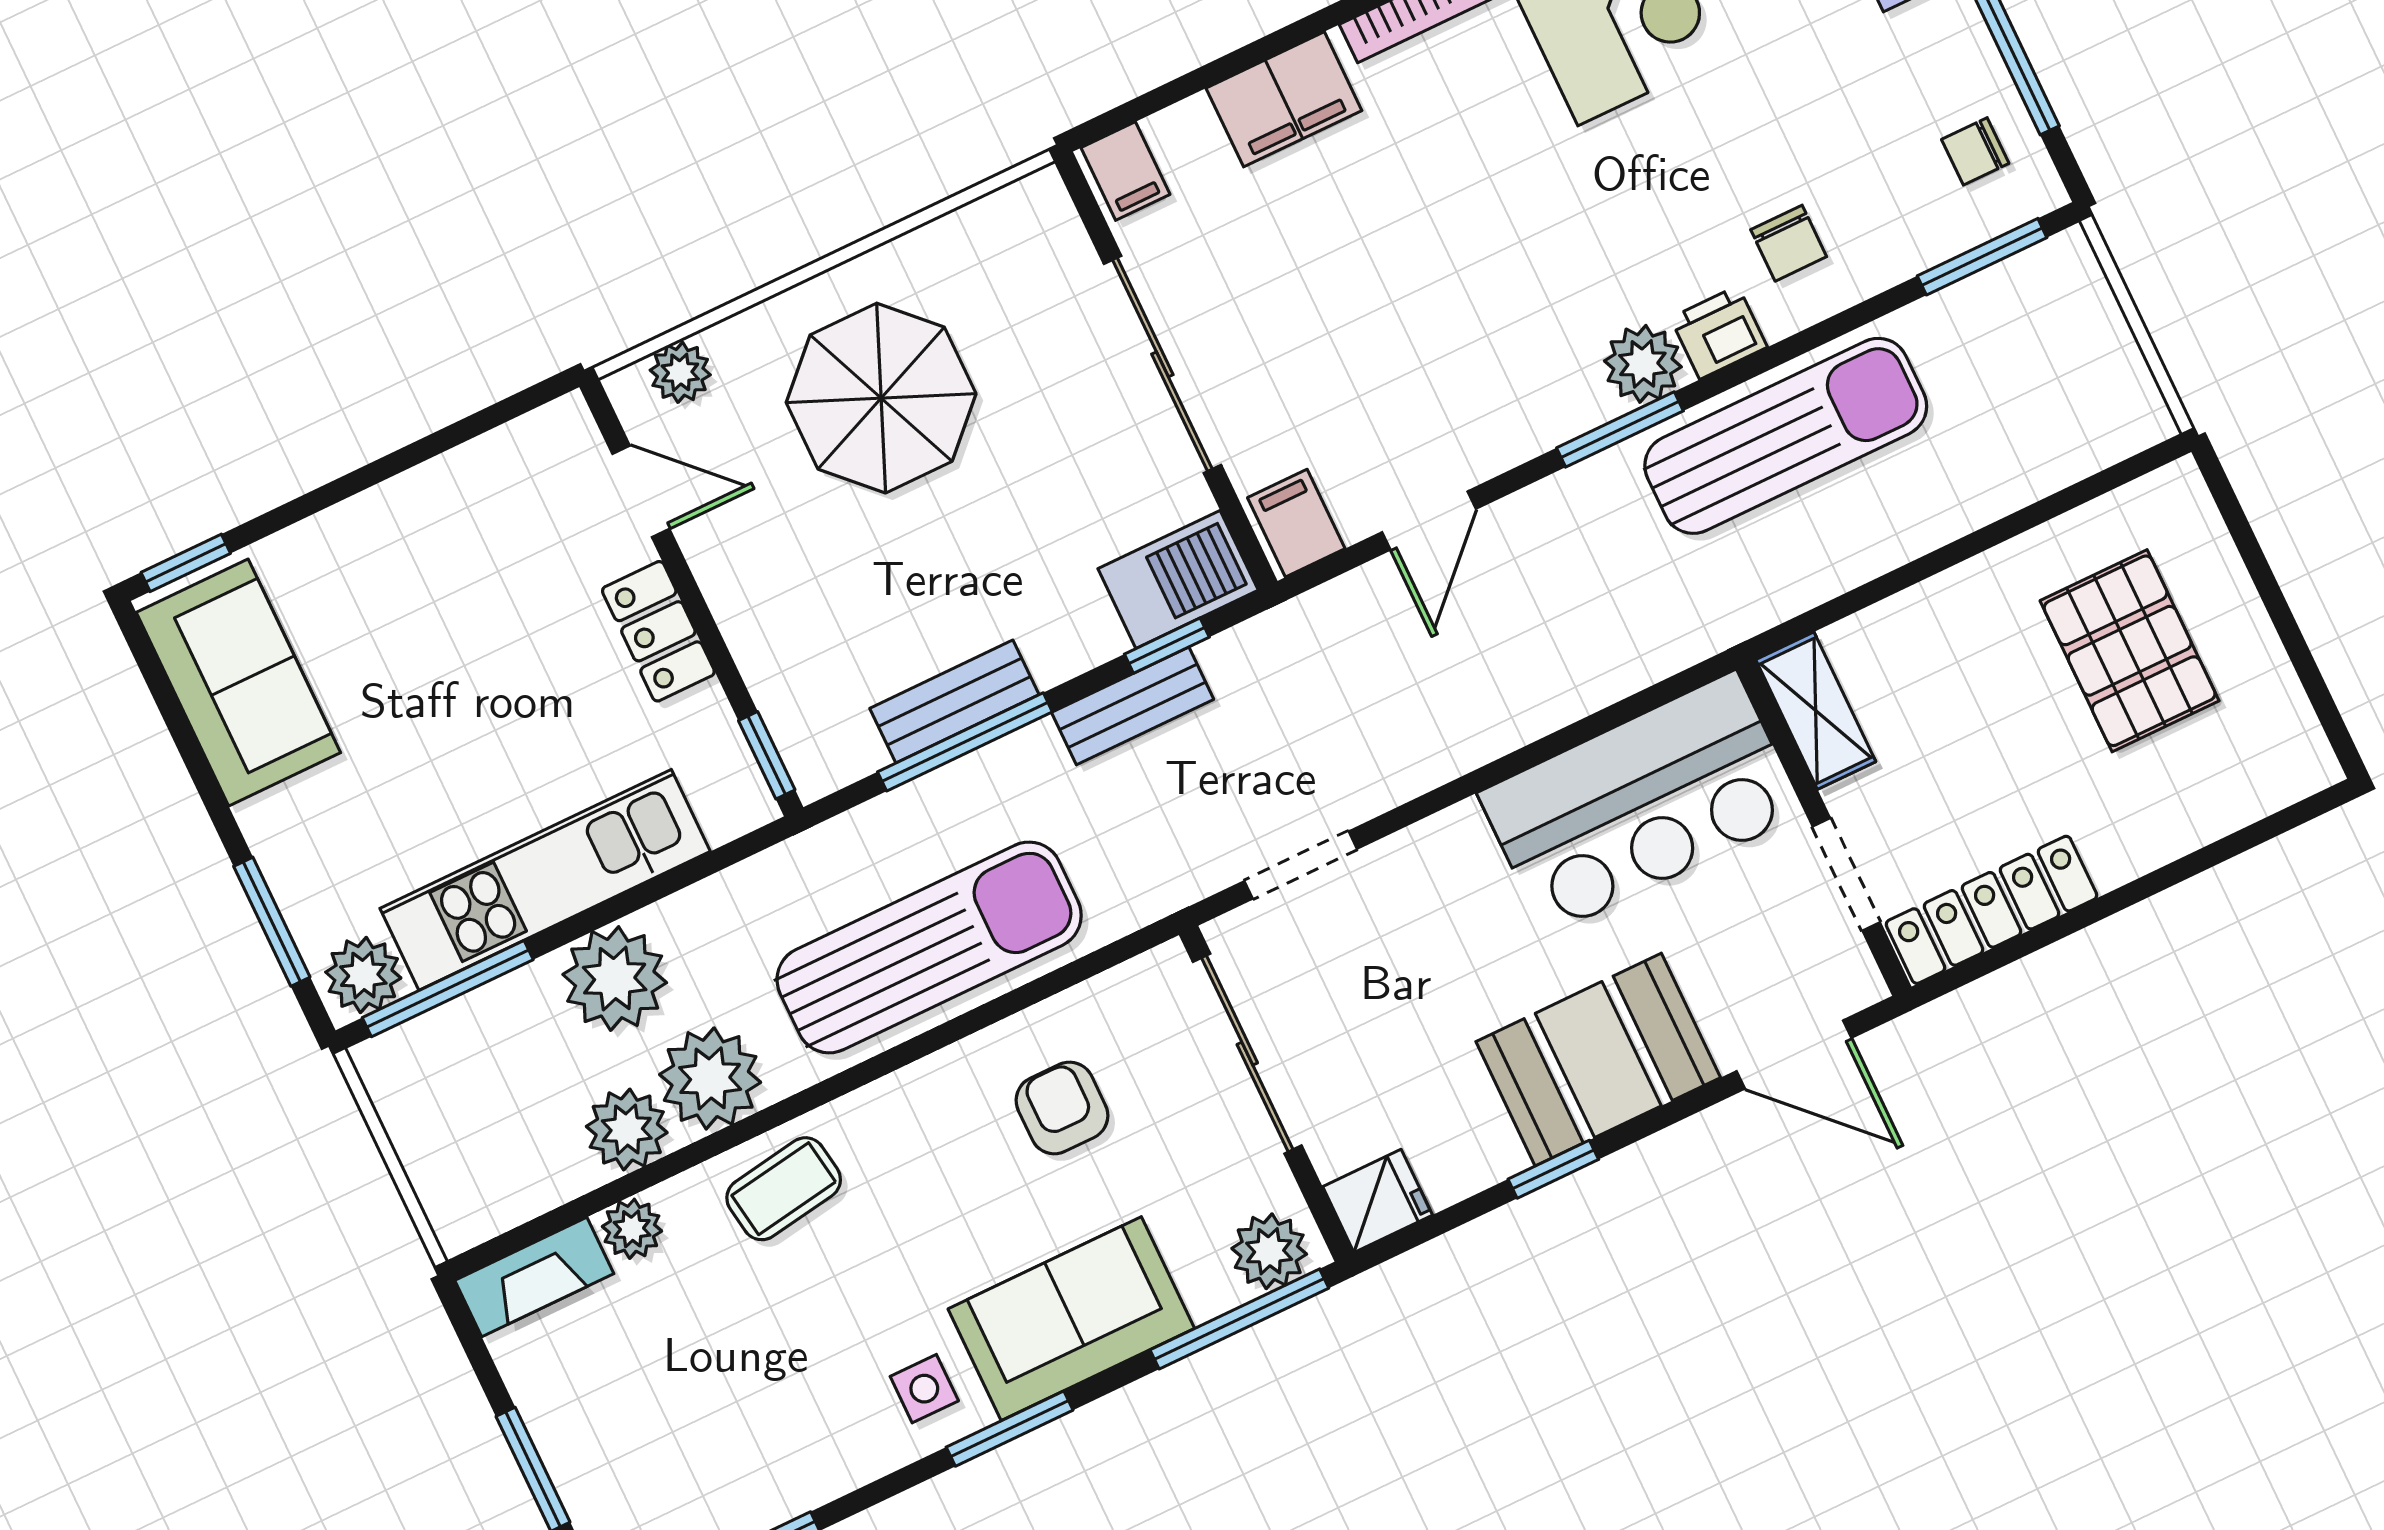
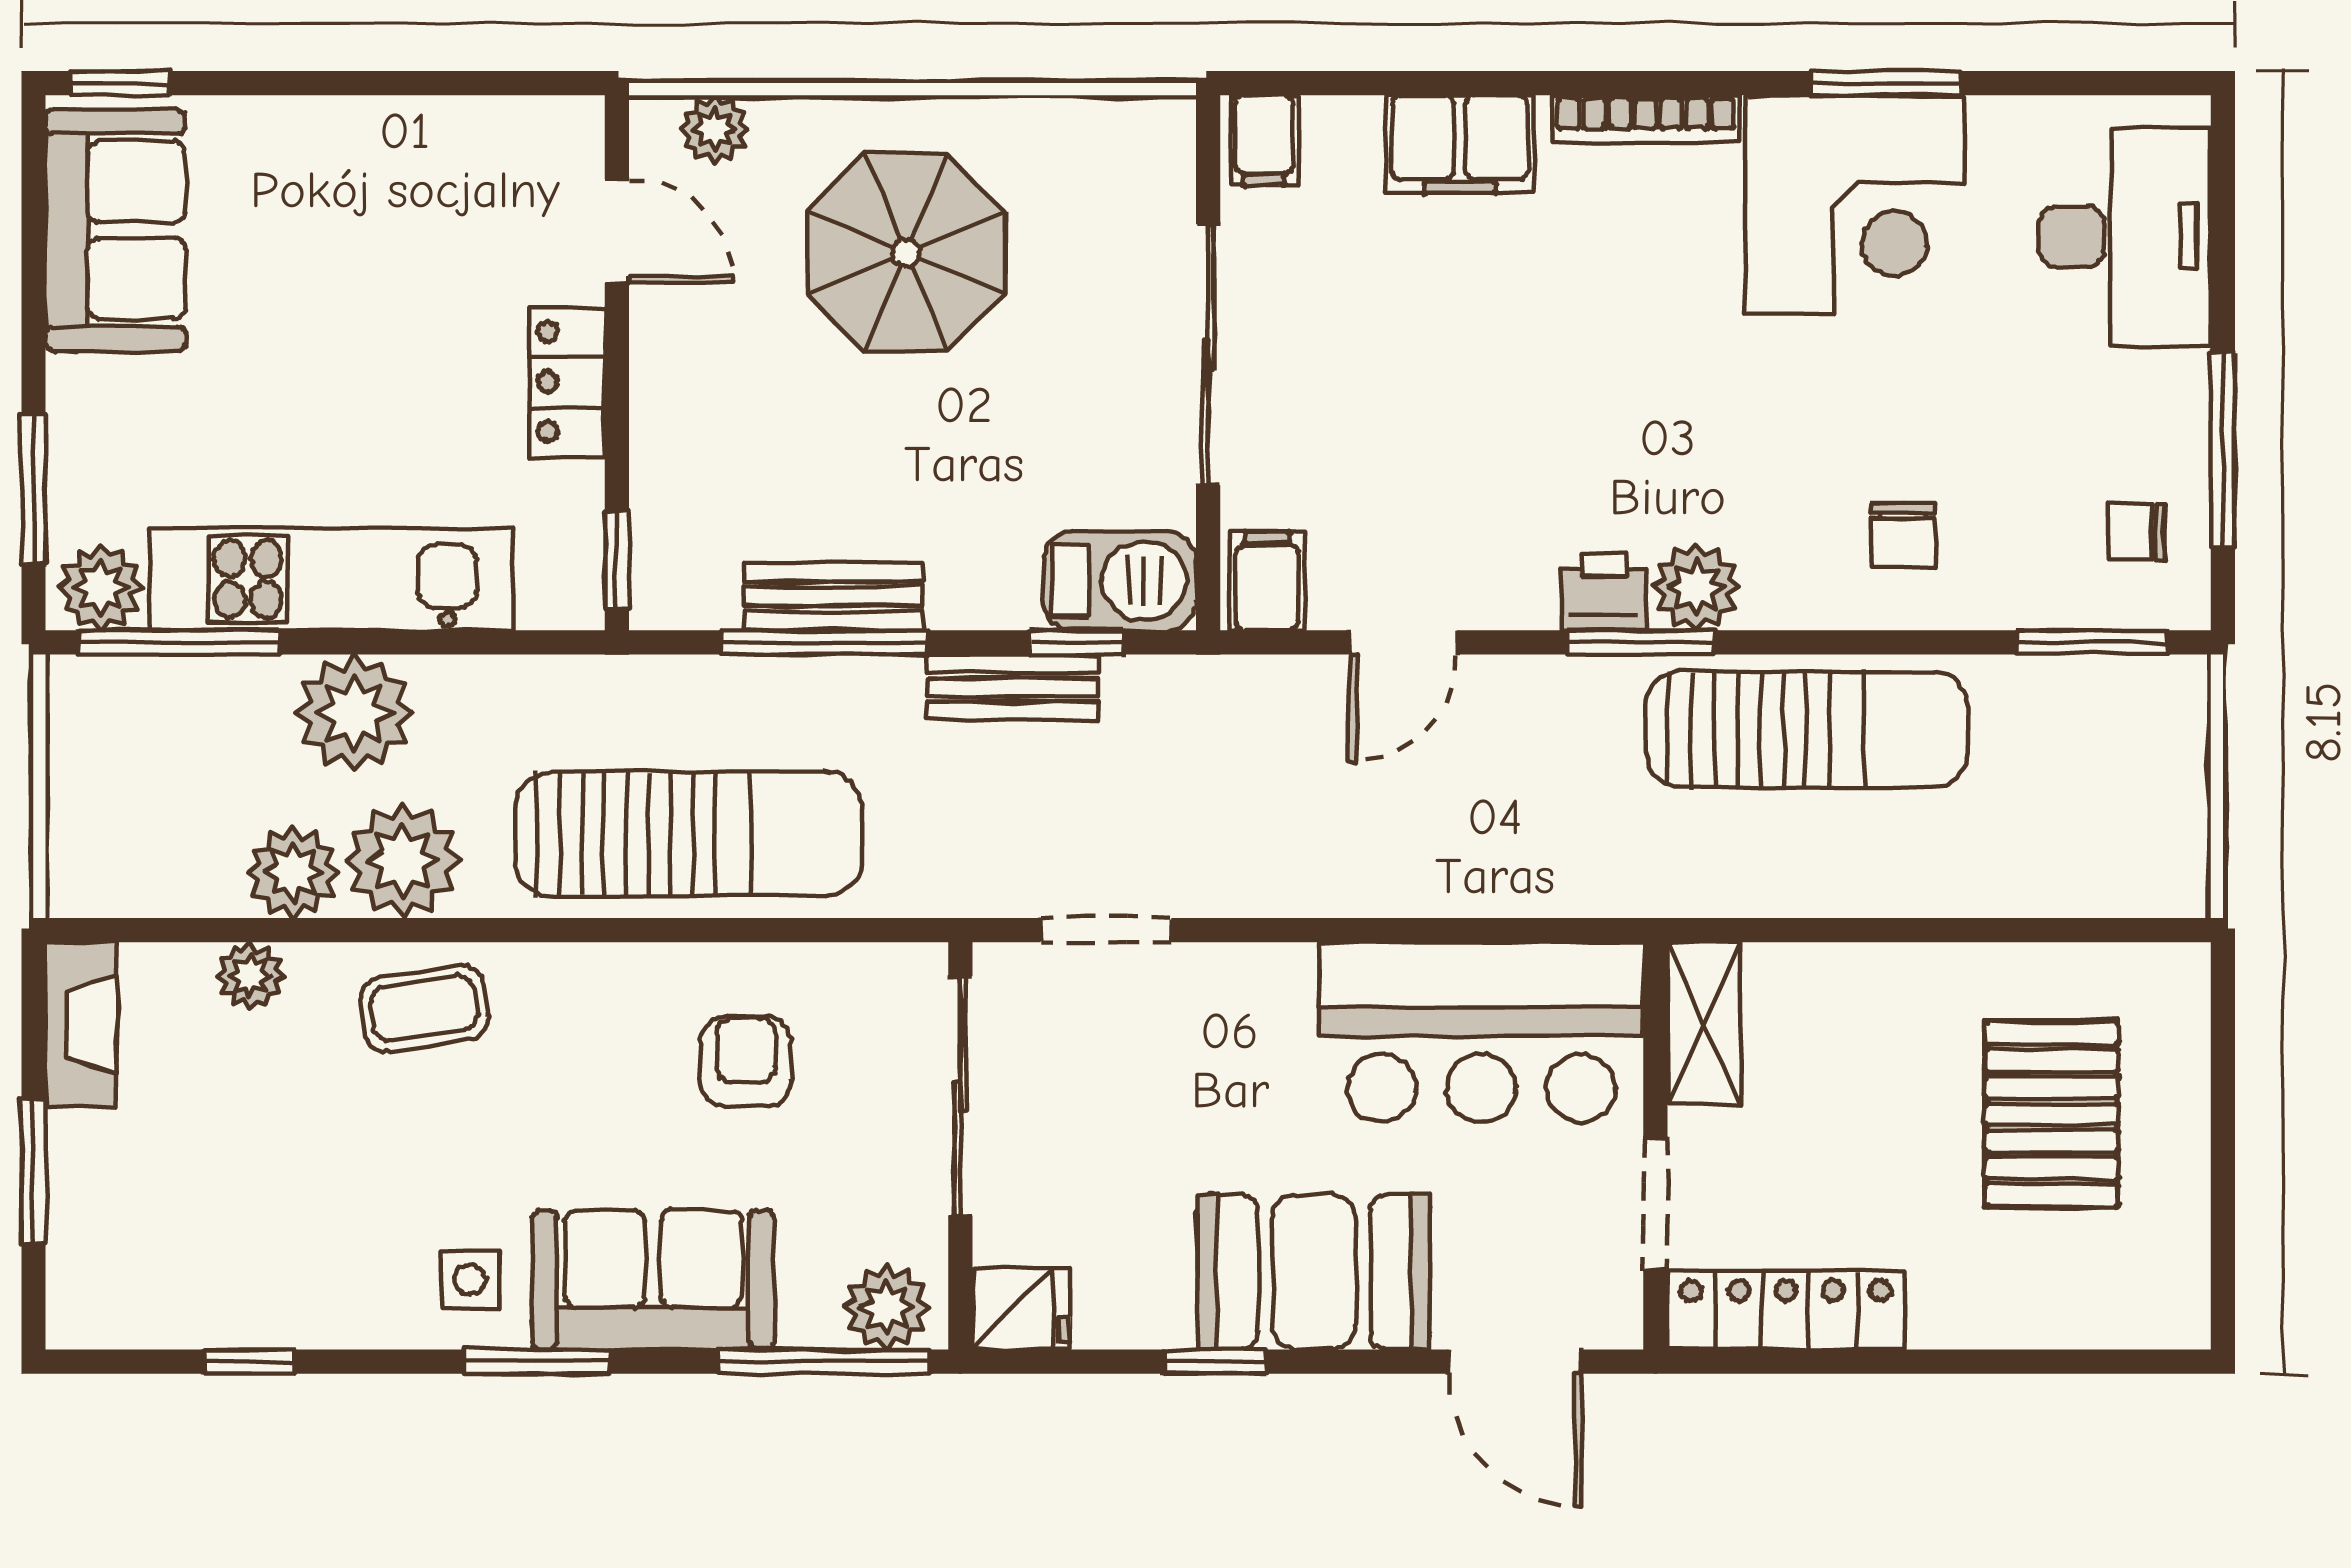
printer: (1719, 333) -> (1604, 592), moved
fireplace: (534, 1277) -> (81, 1025), moved, turned -90

